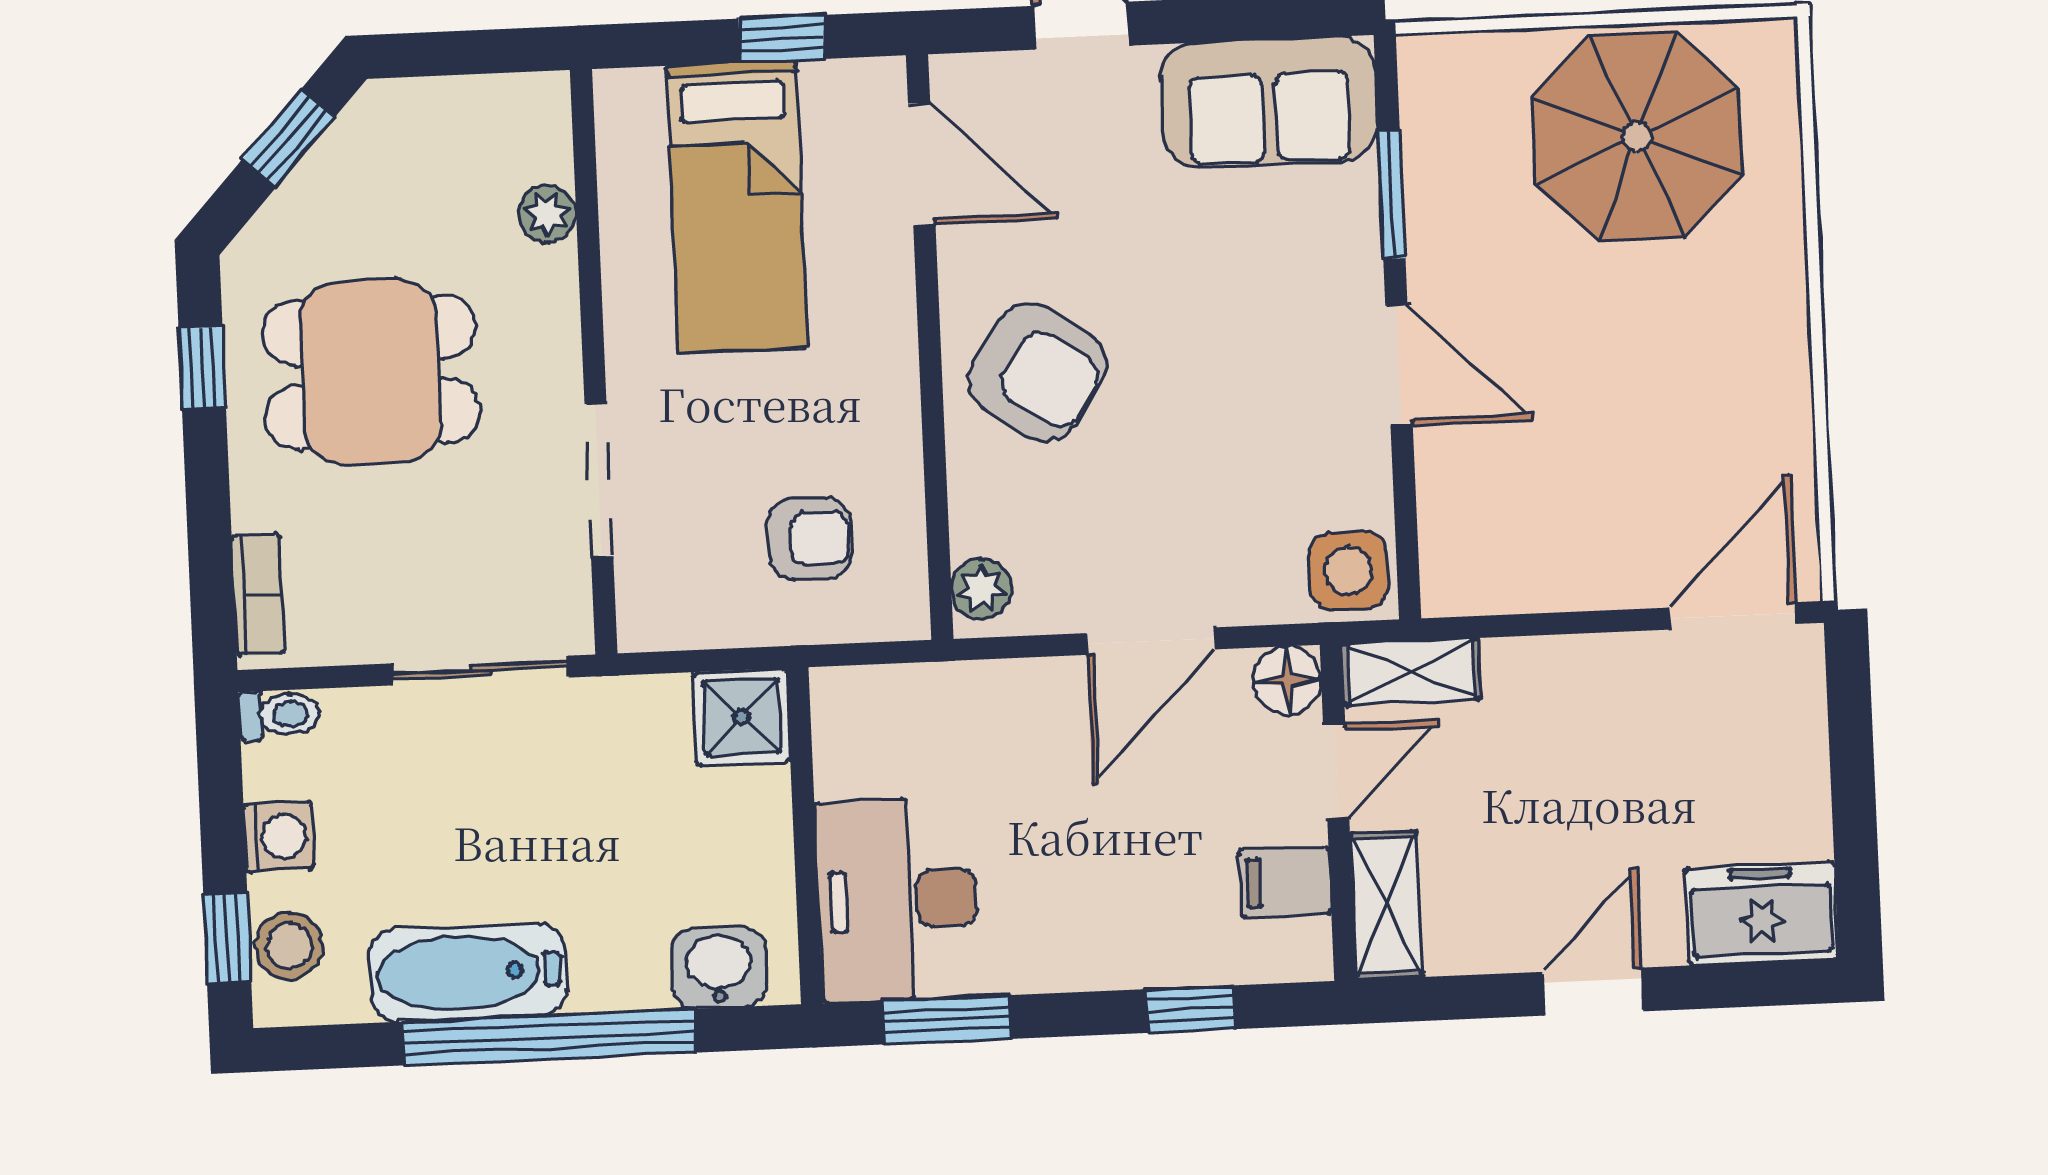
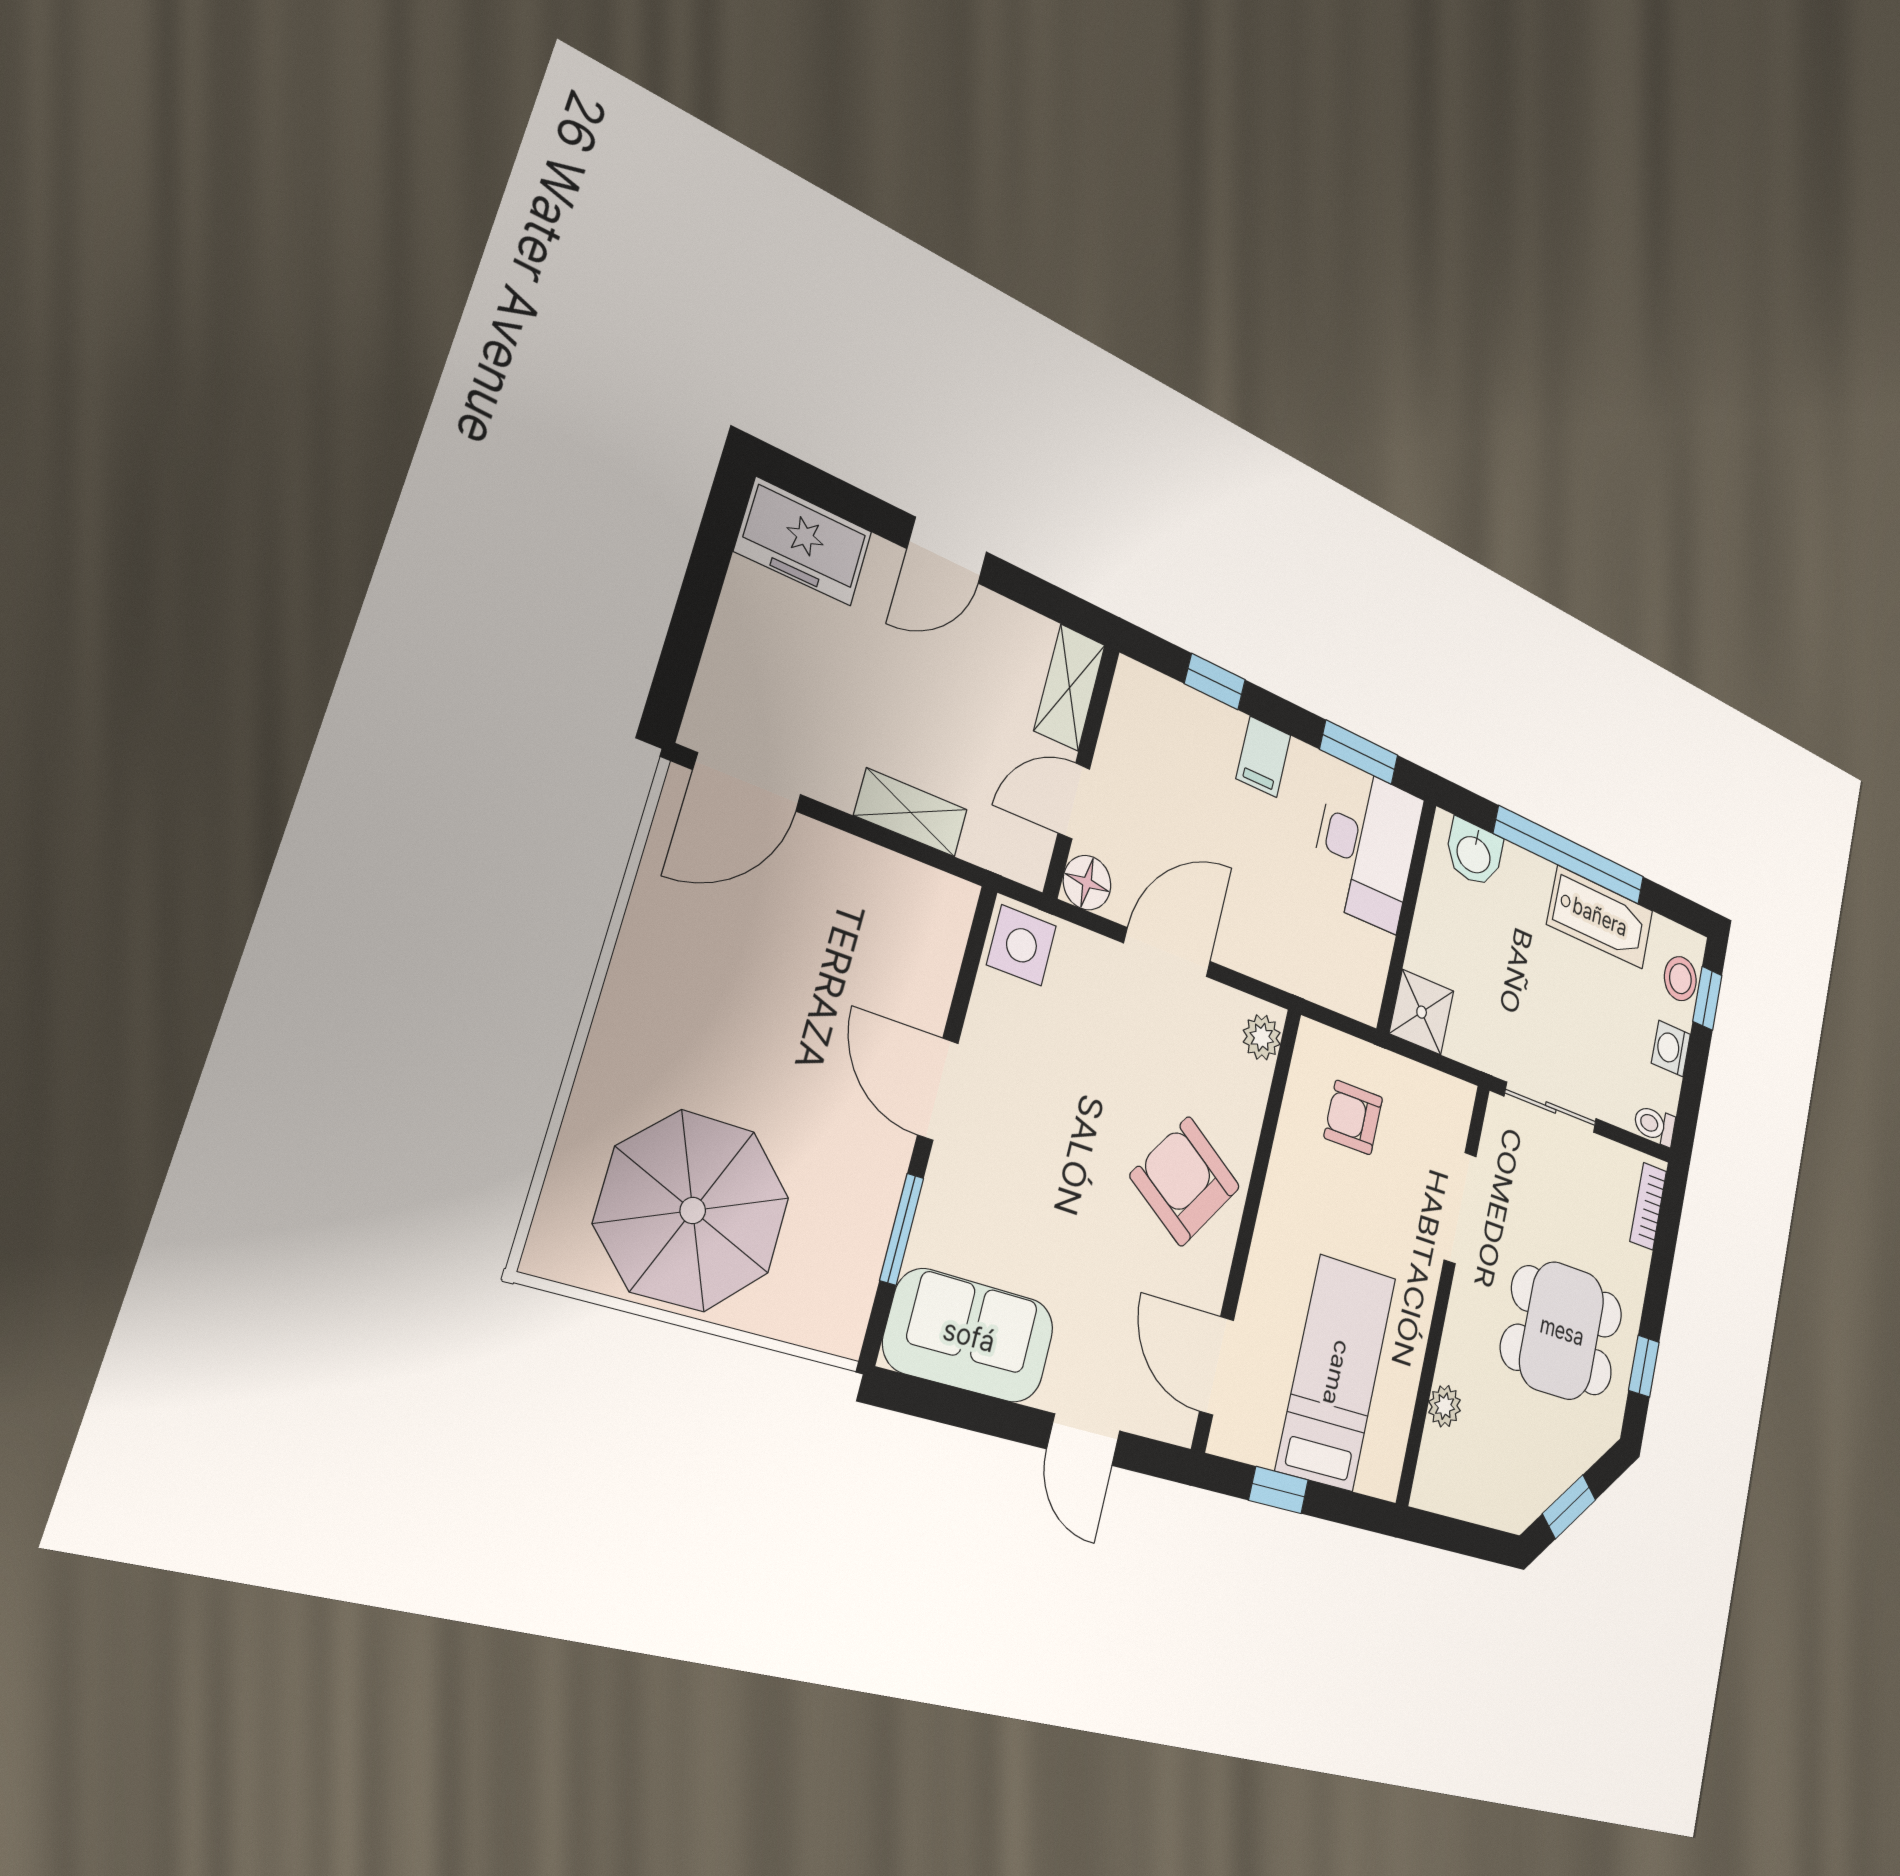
shelving: (1411, 671) -> (911, 812), moved
filing cabinet: (1285, 882) -> (1263, 757), moved, turned 90

